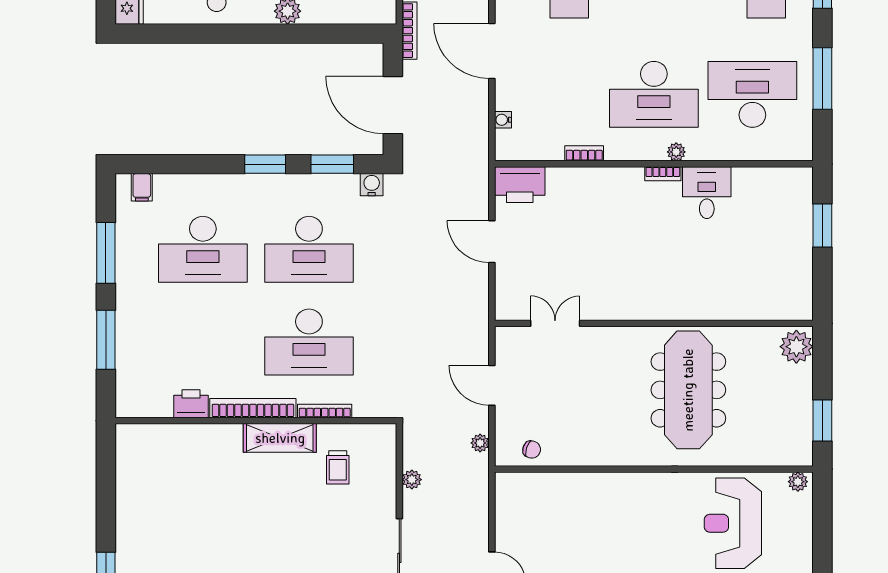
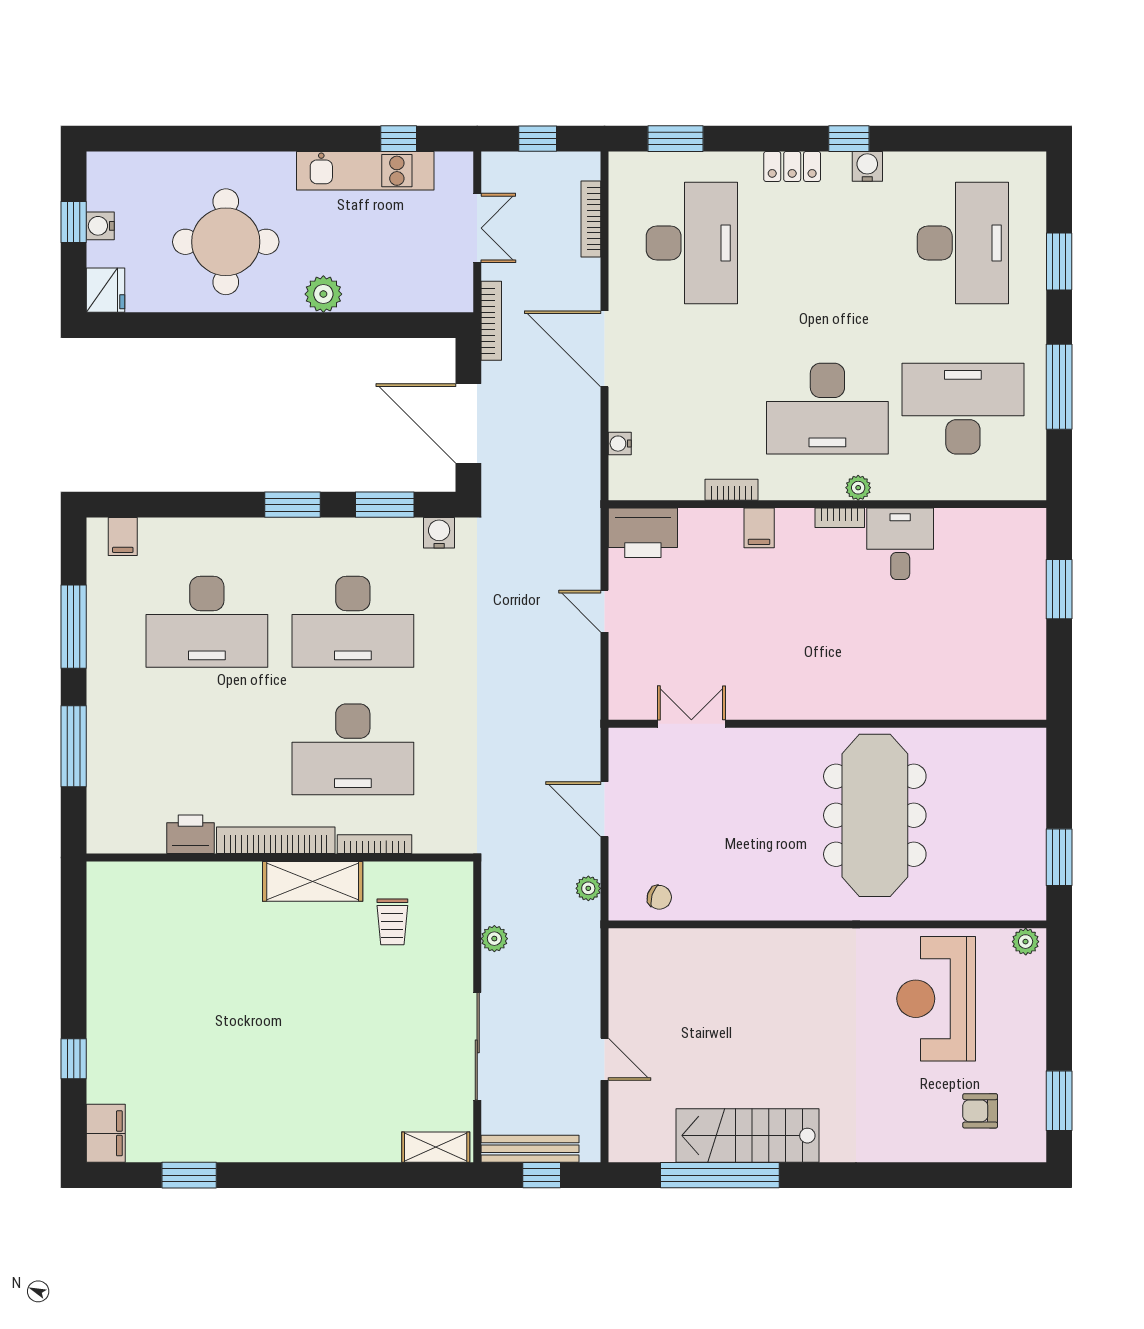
filing cabinet: (604, 181) -> (759, 528), added
door: (492, 242) -> (605, 611), width x0.73
plant: (796, 347) -> (1024, 756), removed

